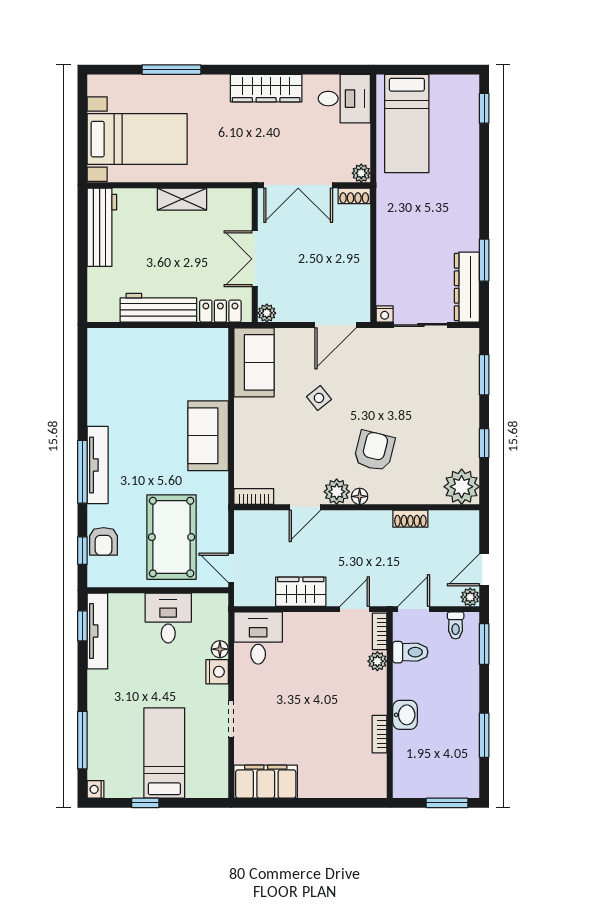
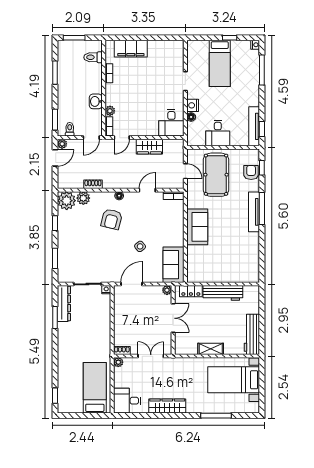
double door: (298, 185) -> (151, 356), width x0.73
plant: (337, 492) -> (83, 198), moved
door: (231, 568) -> (185, 171), moved
toilet: (410, 652) -> (93, 57), moved
washbasin: (405, 715) -> (96, 101), moved
filing cabinet: (266, 782) -> (131, 49), moved

